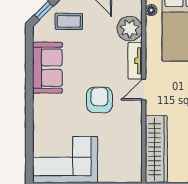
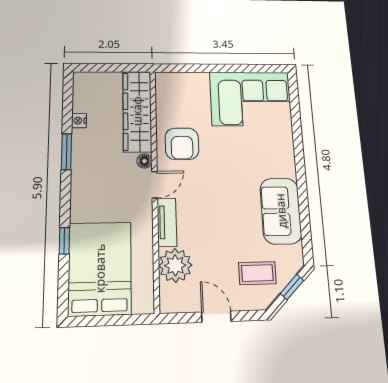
floor lamp: (151, 10) -> (144, 161), moved
armchair: (99, 100) -> (182, 144), moved

